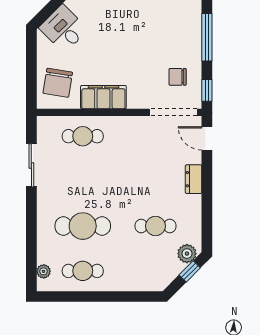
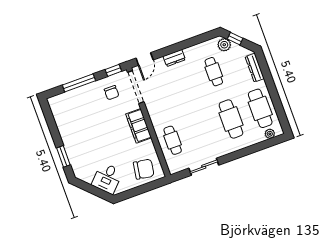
filing cabinet: (103, 97) -> (139, 126), moved
cafe table: (83, 271) -> (260, 108), width x1.37, depth x1.35
dresser: (141, 284) -> (255, 68), added

